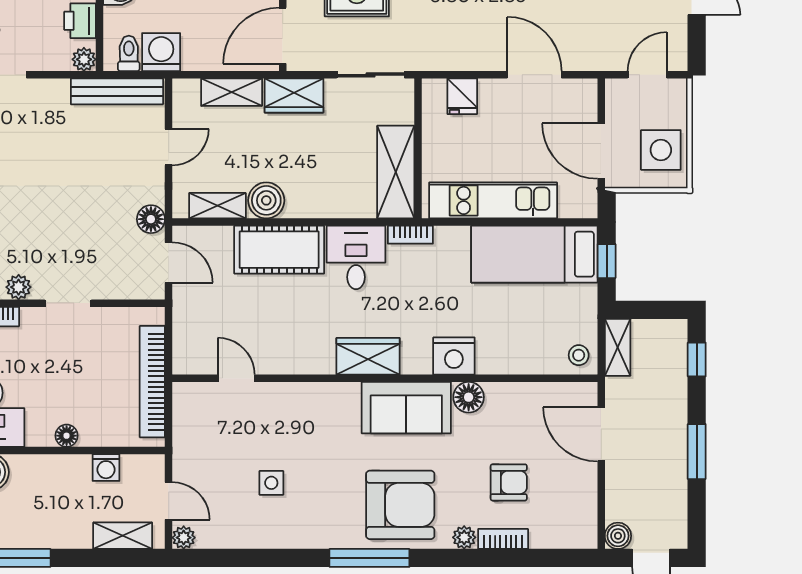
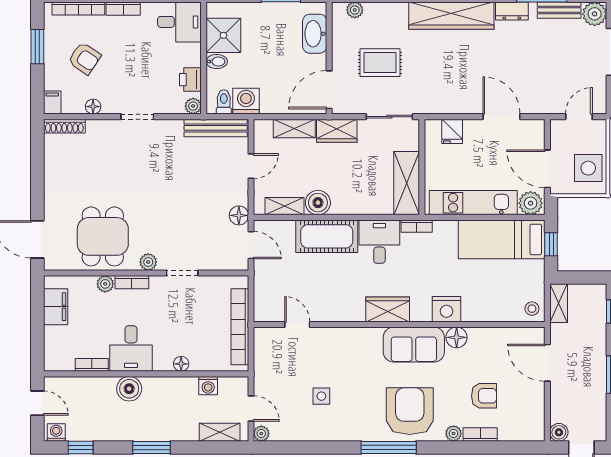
plant: (577, 201) -> (531, 203), added
armchair: (400, 505) -> (410, 411), turned -90

